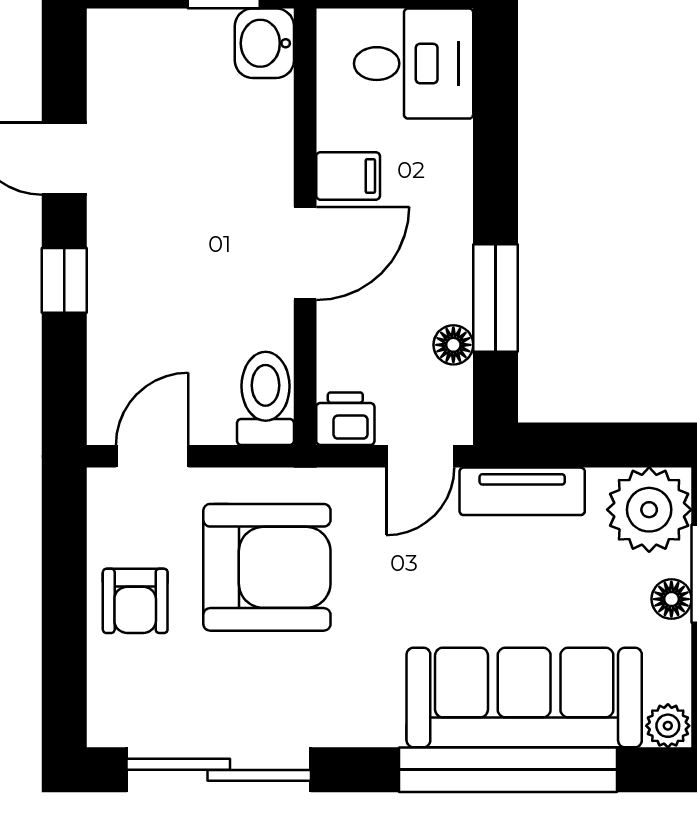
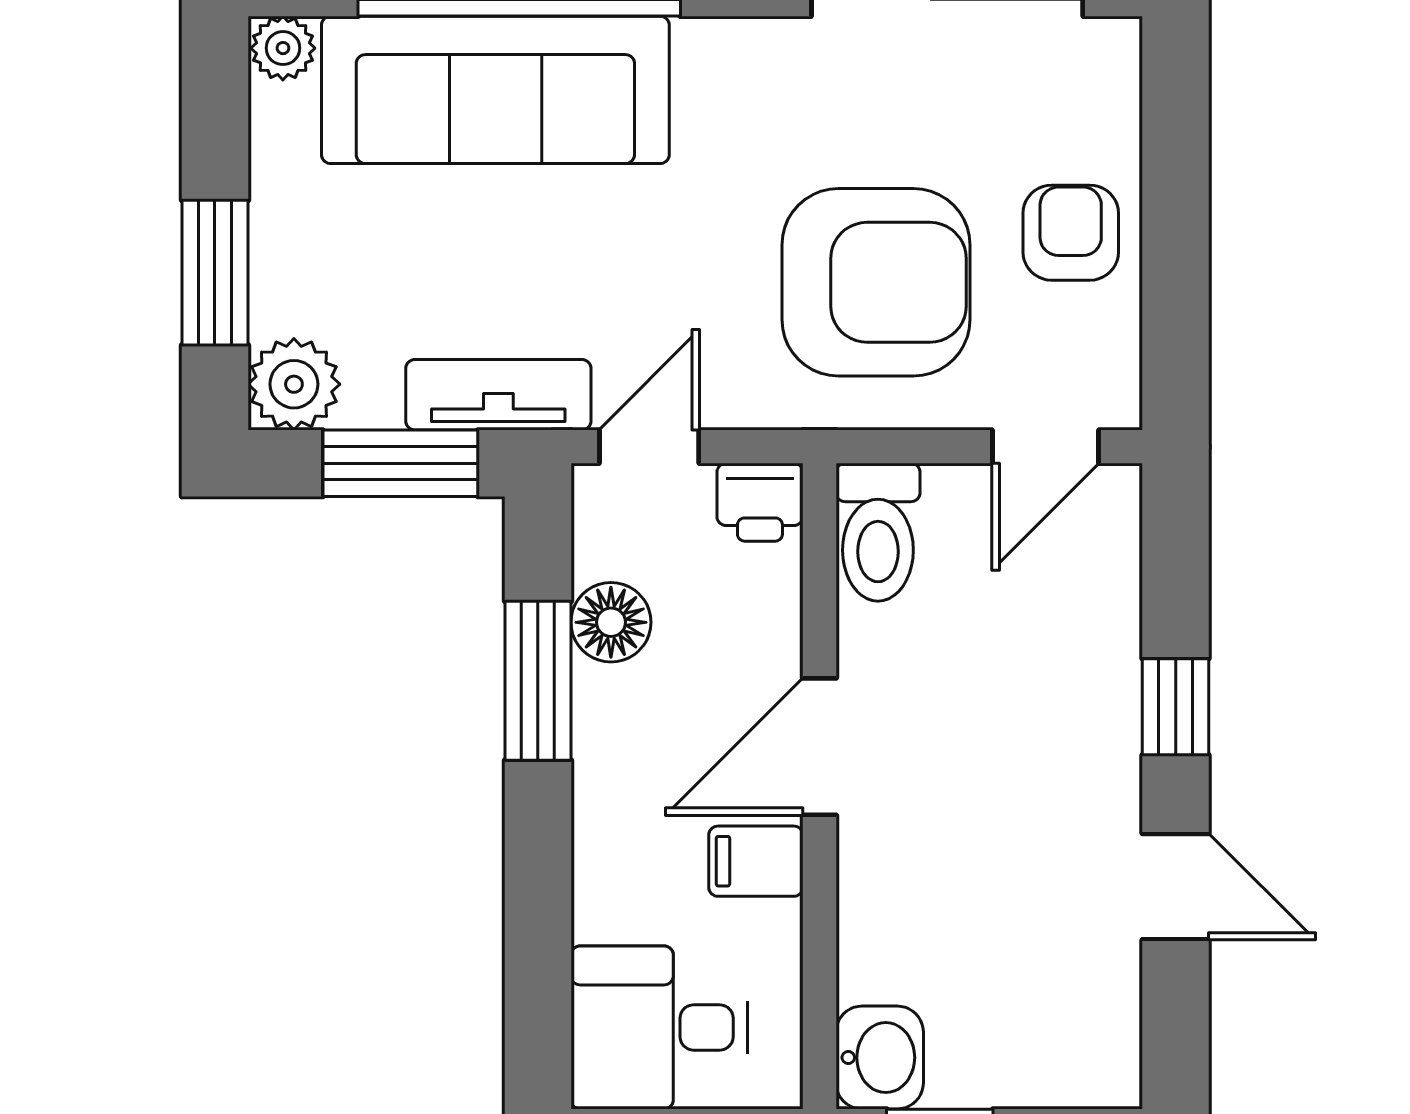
floor lamp: (453, 345) -> (611, 622), width x1.37, depth x1.37
window: (588, 445) -> (400, 463), added
plant: (649, 510) -> (294, 384), width x0.73, depth x0.73
armchair: (267, 567) -> (876, 282), turned 180
floor lamp: (671, 599) -> (278, 235), removed

